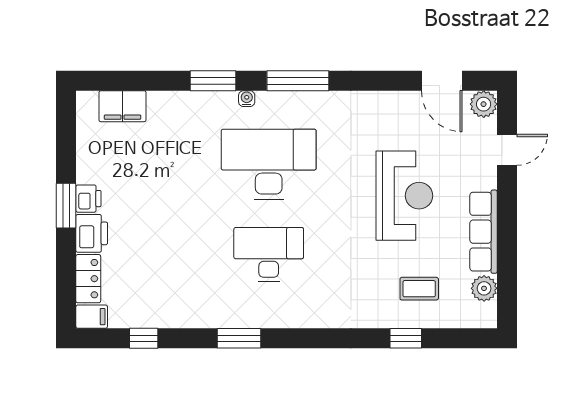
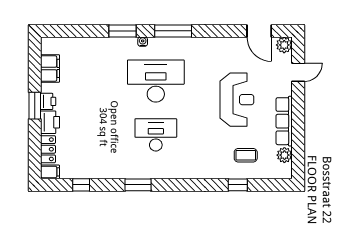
filing cabinet: (123, 106) -> (50, 68), moved, turned -90

